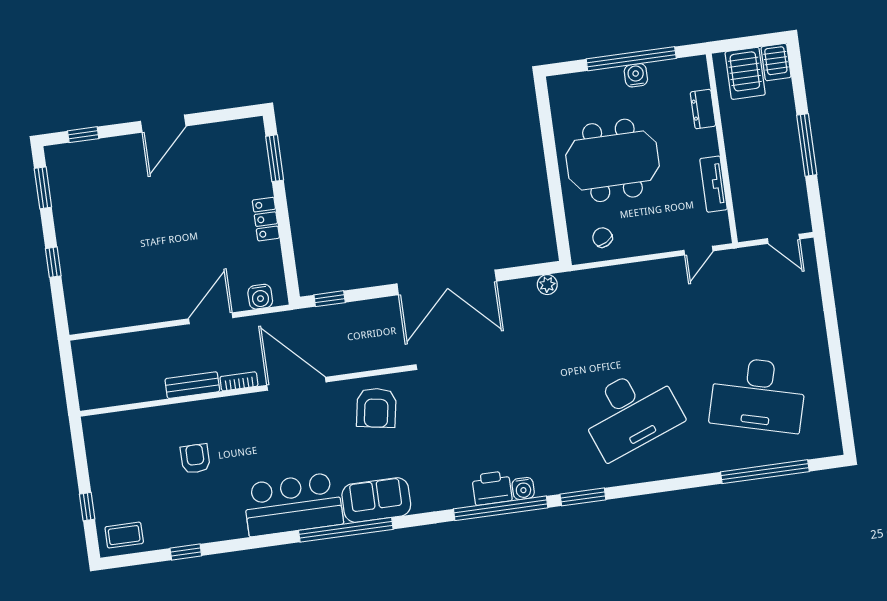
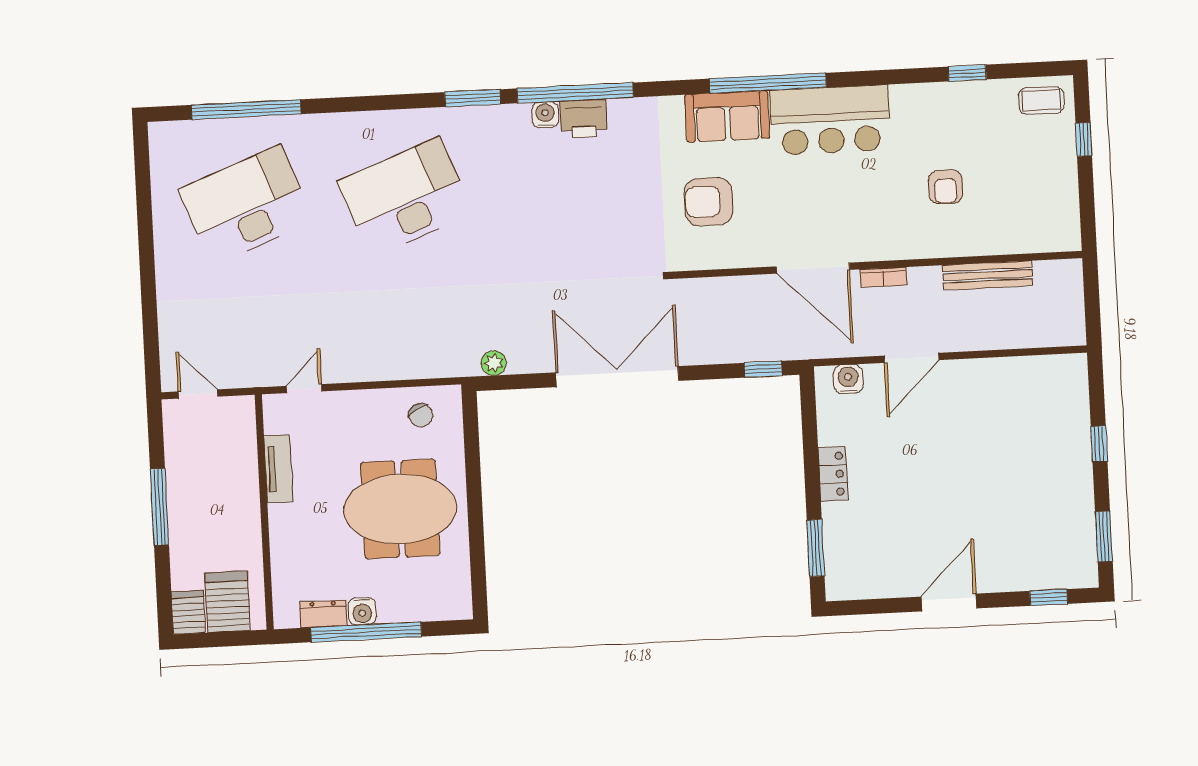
dresser: (703, 109) -> (323, 614), moved, turned -90
bench: (192, 385) -> (988, 275), moved, width x1.36
desk: (758, 395) -> (246, 205), turned -36
armchair: (376, 408) -> (709, 202), moved, turned -100

